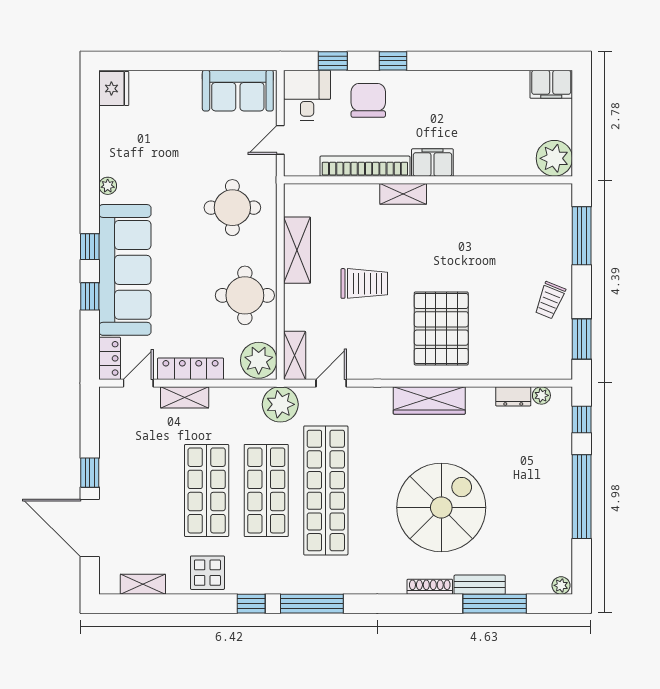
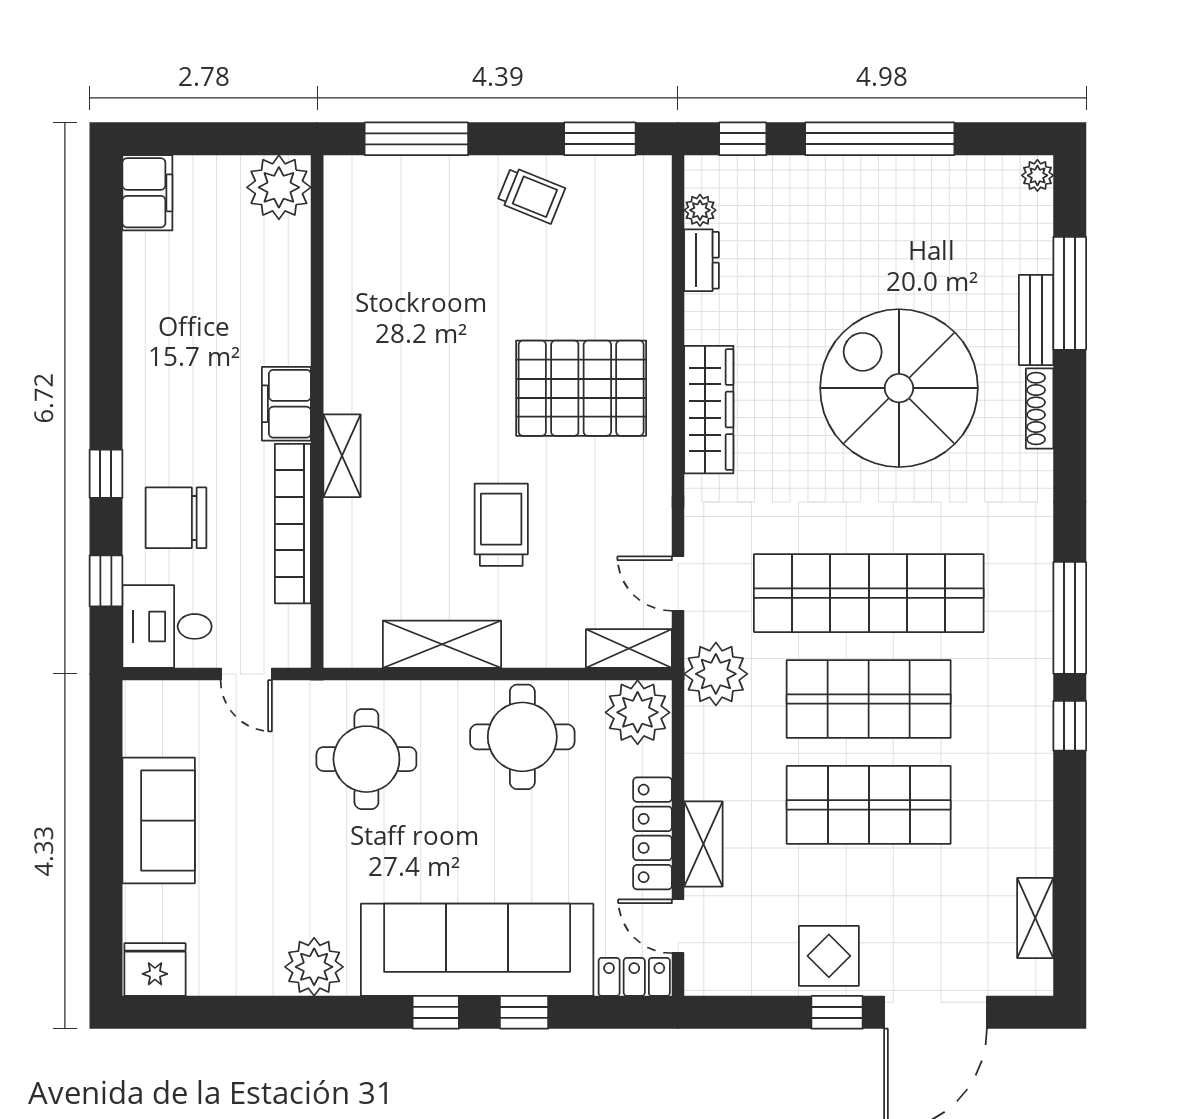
sofa: (238, 91) -> (159, 821), moved
plant: (108, 186) -> (314, 967), width x1.88, depth x1.88
display table: (207, 573) -> (829, 956), moved

